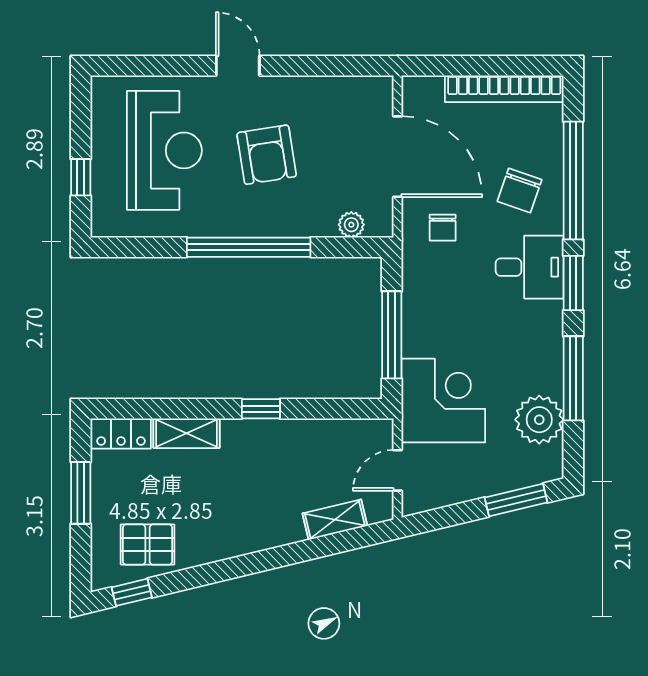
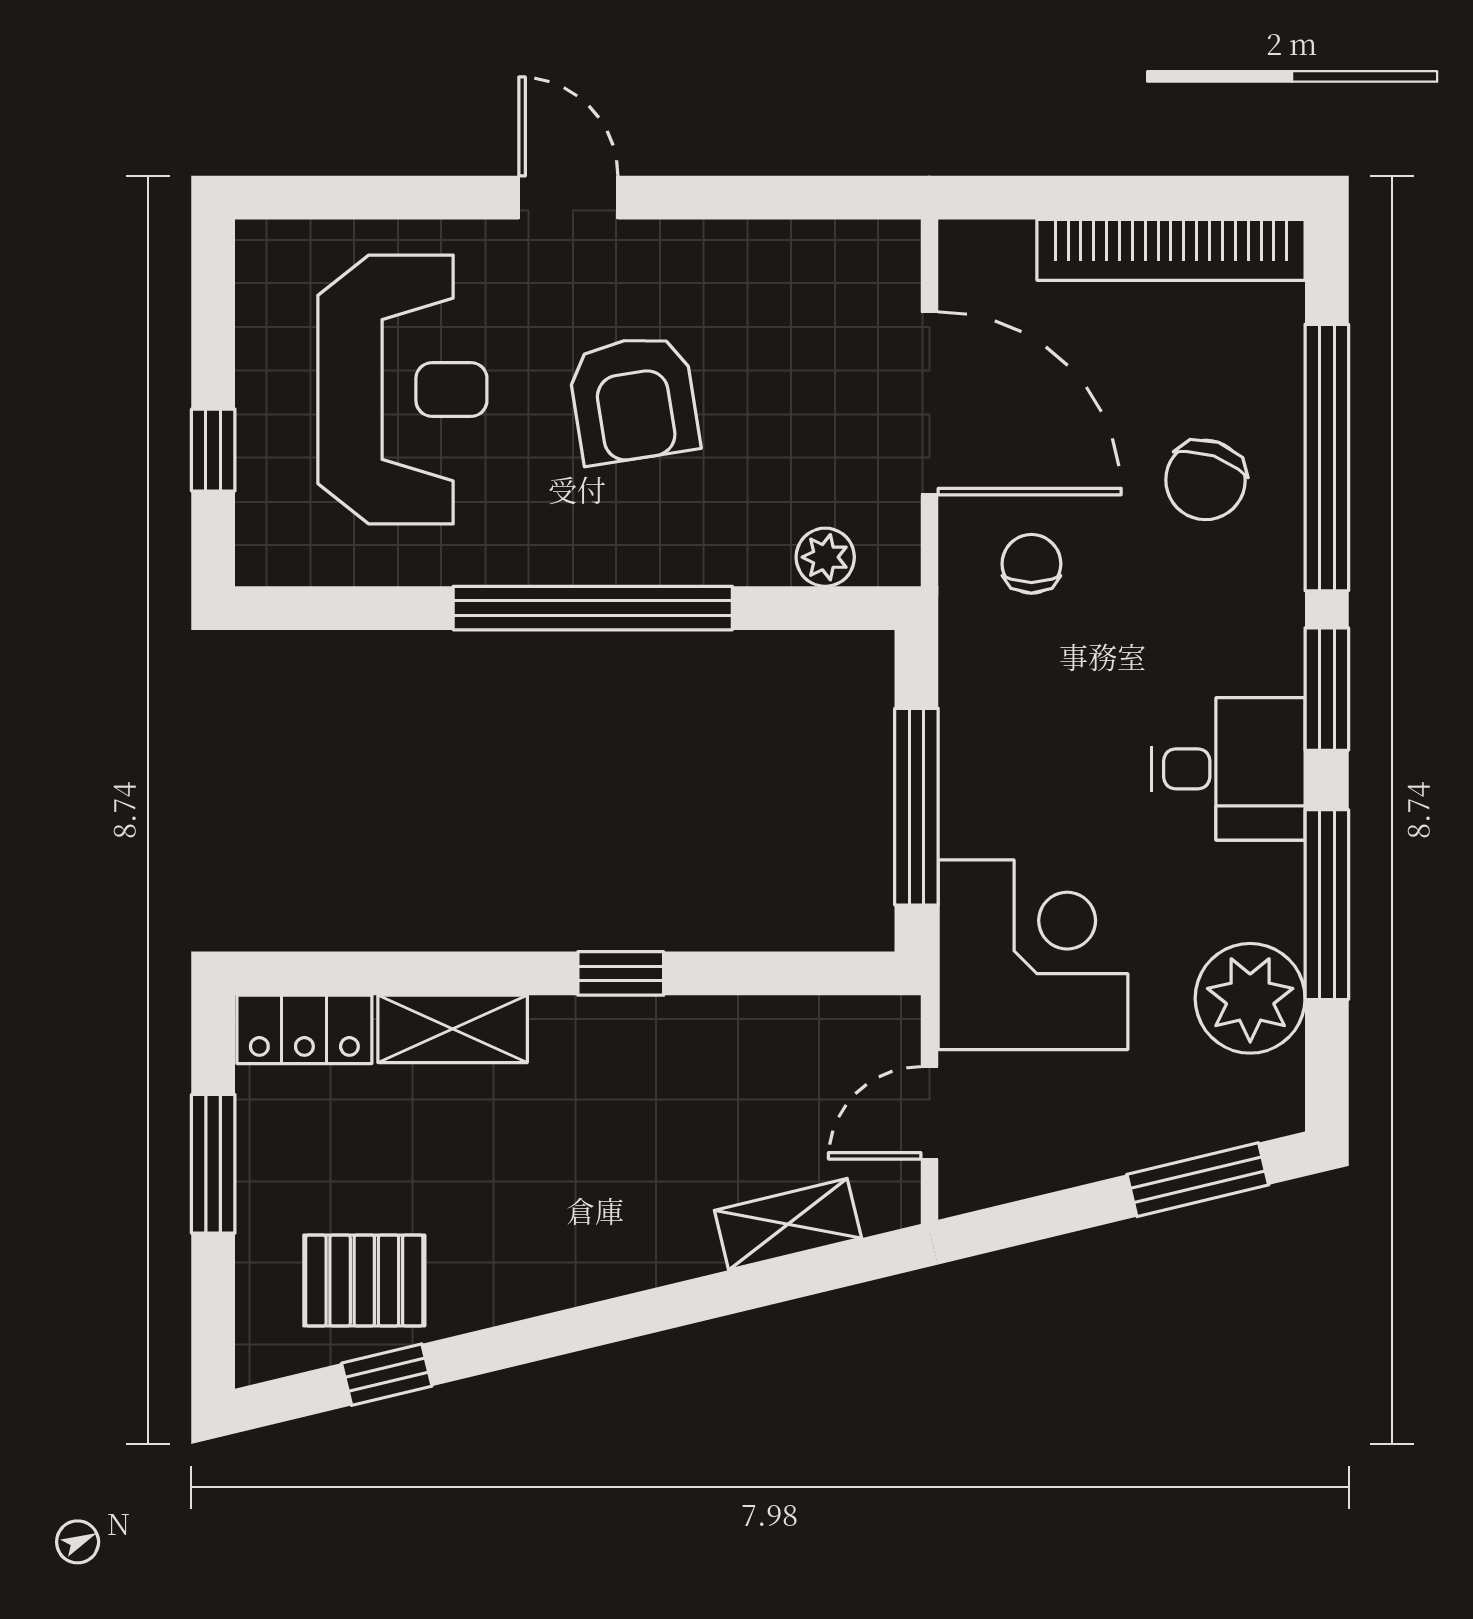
chair: (443, 228) -> (1031, 564), turned 180
desk: (530, 267) -> (1228, 769), moved
window: (132, 592) -> (387, 1375), moved

